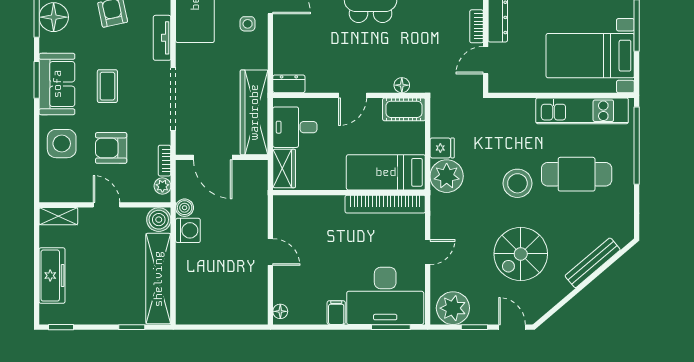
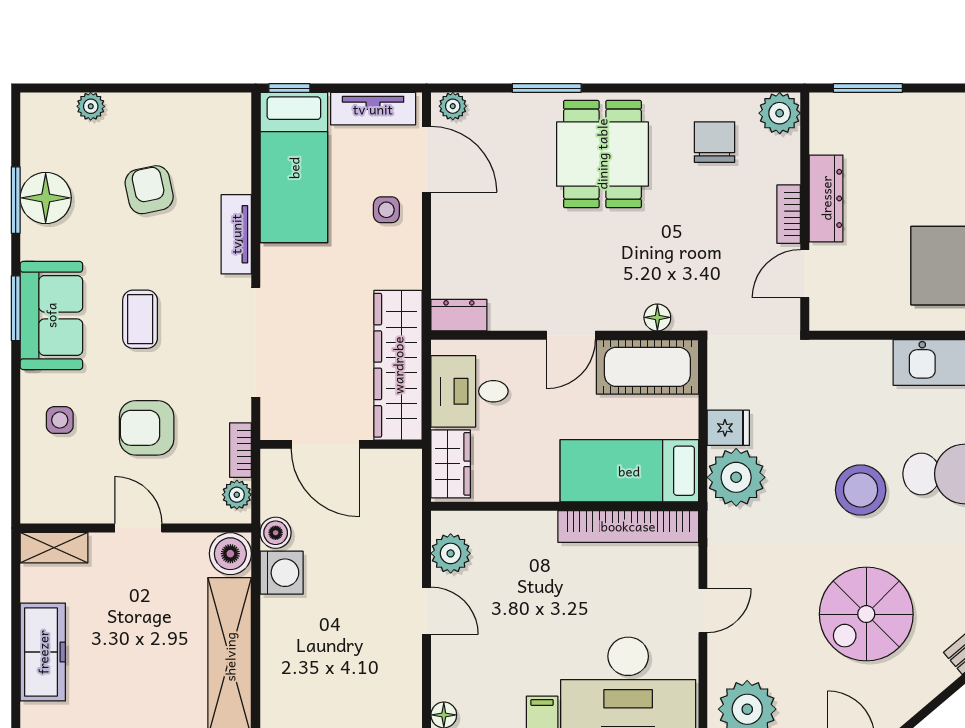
cot: (404, 109) -> (647, 367), width x1.37, depth x1.34
side table: (62, 144) -> (60, 420), width x0.54, depth x0.54
plant: (284, 219) -> (451, 553), added

